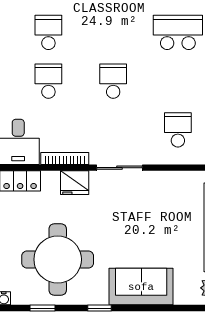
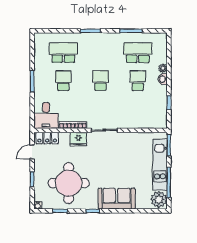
school desk: (48, 32) -> (63, 53), width x1.85
school desk: (178, 130) -> (138, 81), moved

